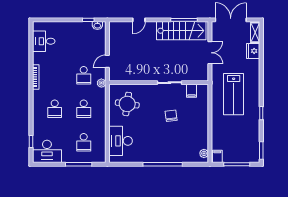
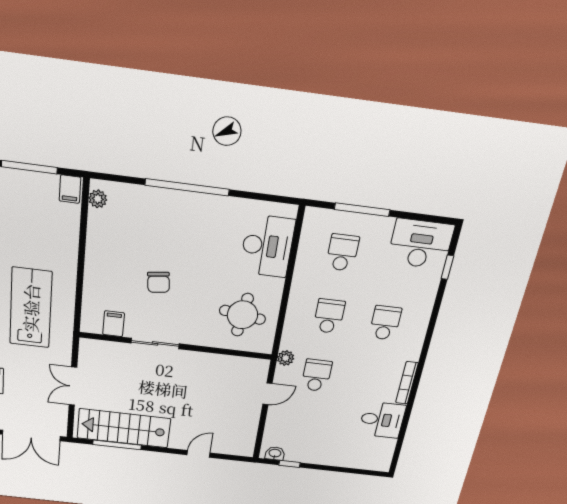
desk: (44, 41) -> (382, 420), moved

